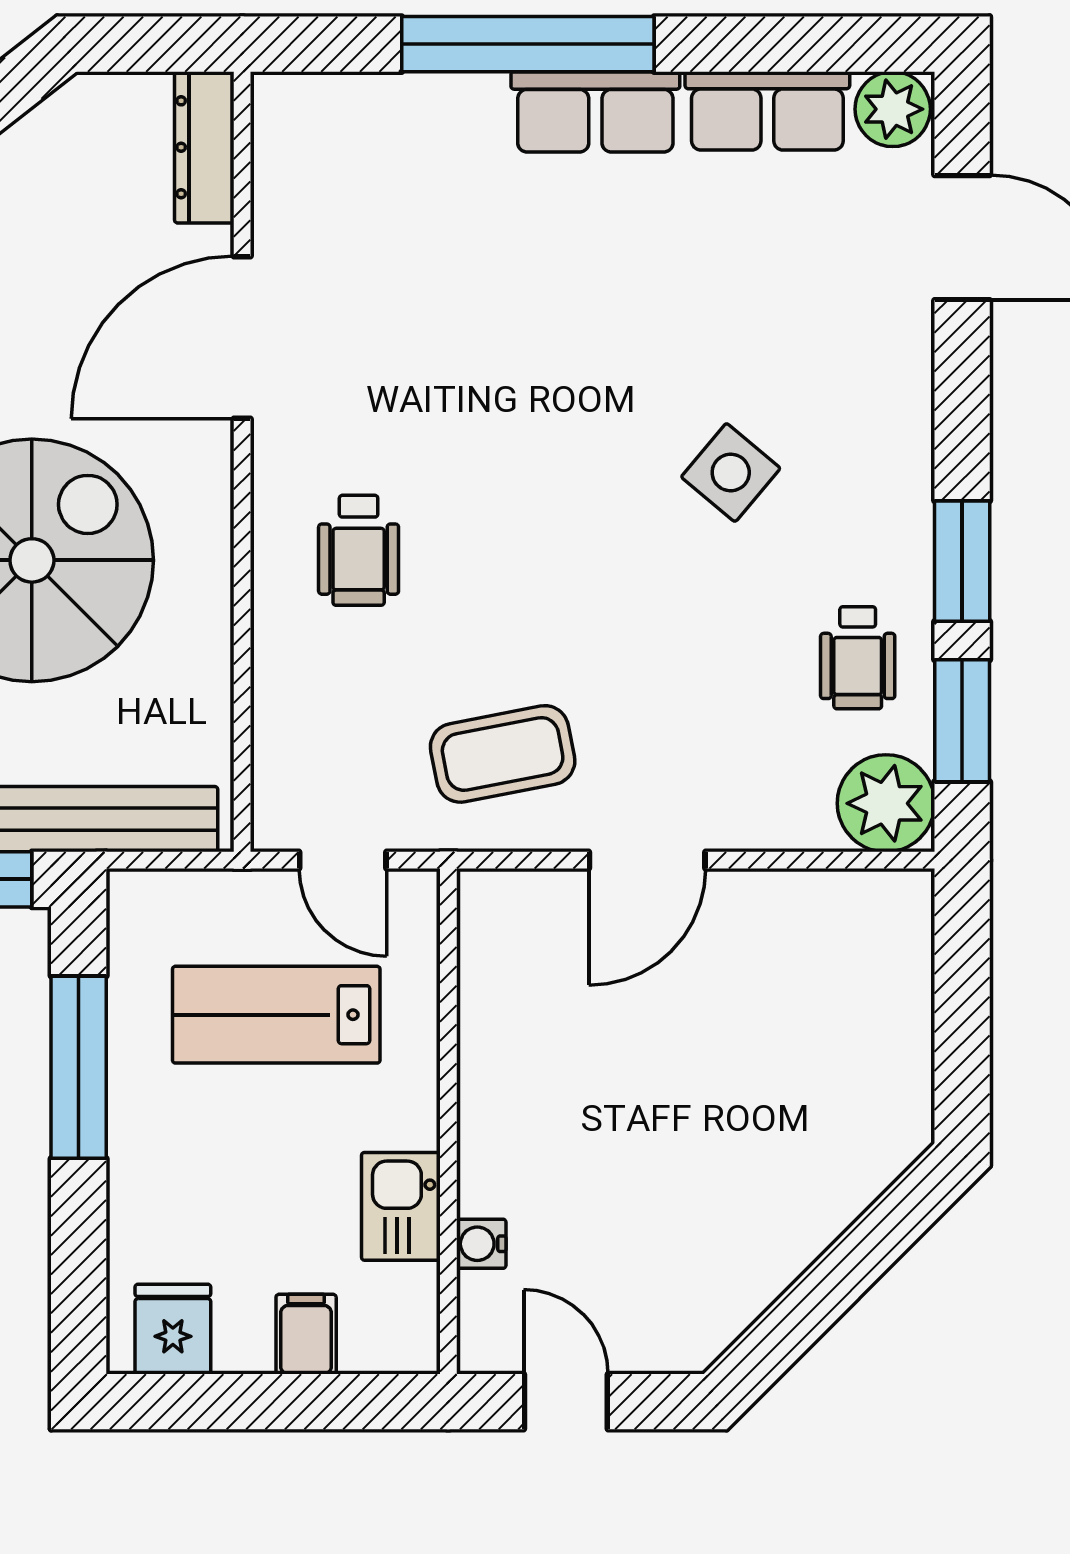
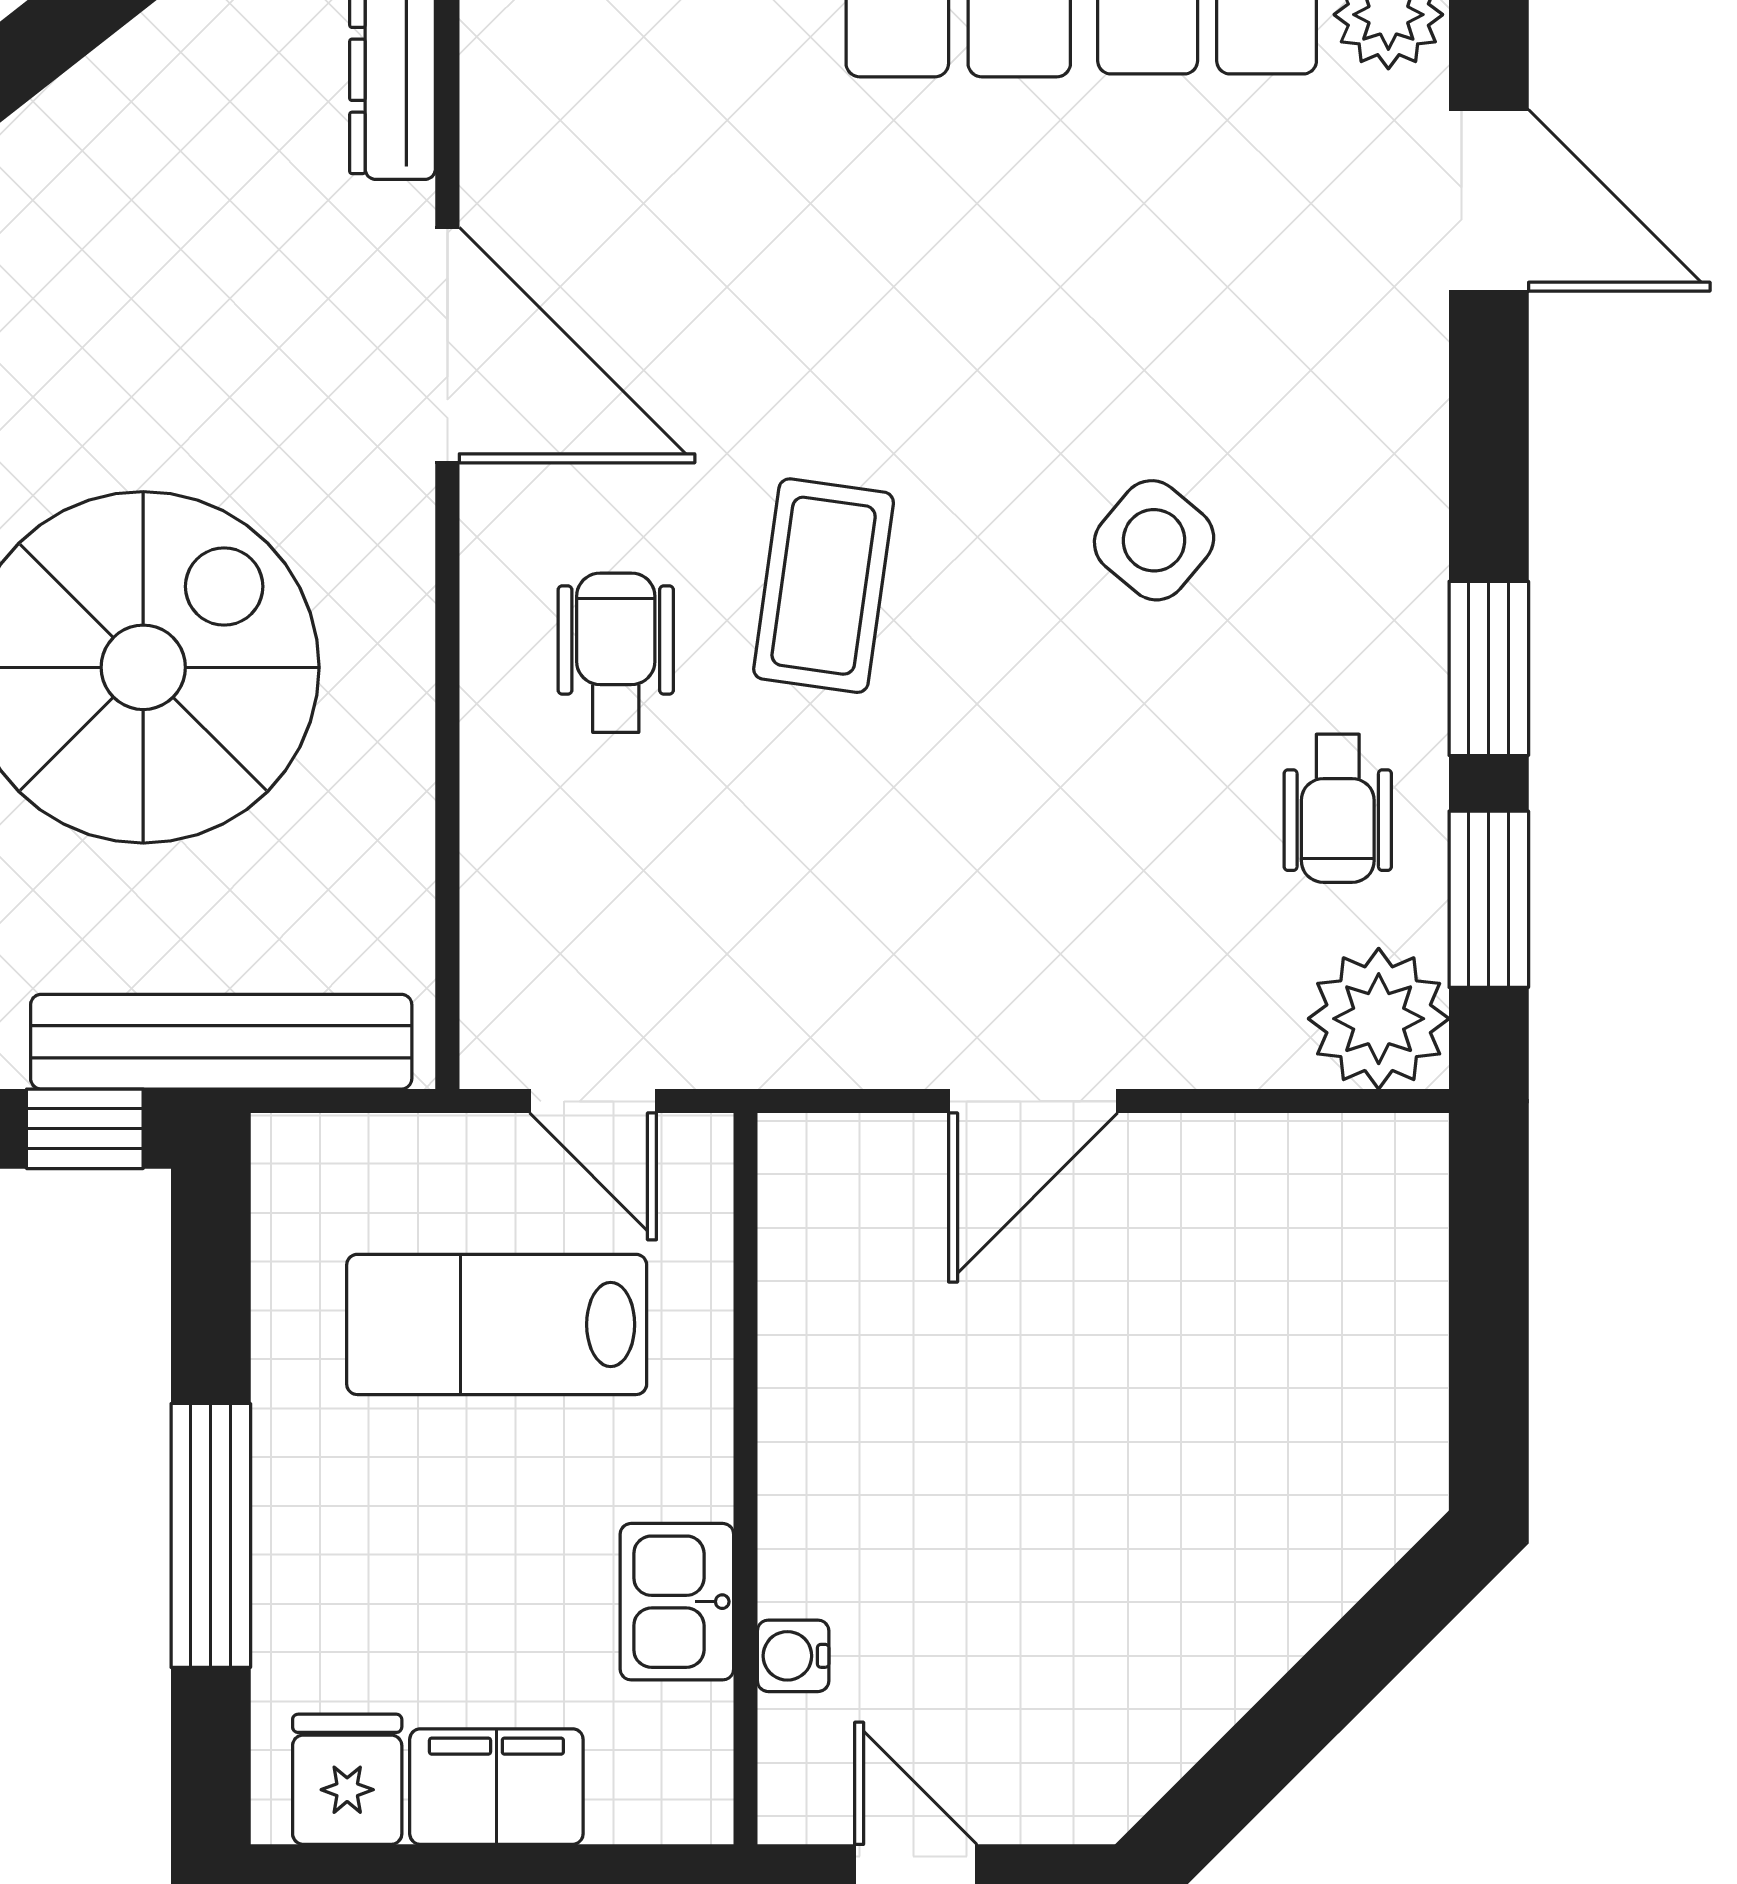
door: (242, 338) -> (447, 345), swing flipped
wheelchair: (359, 550) -> (616, 653), turned 180
coffee table: (503, 754) -> (824, 586), moved, turned -71
window: (79, 1067) -> (211, 1535), moved
filing cabinet: (306, 1334) -> (496, 1787), width x2.00

